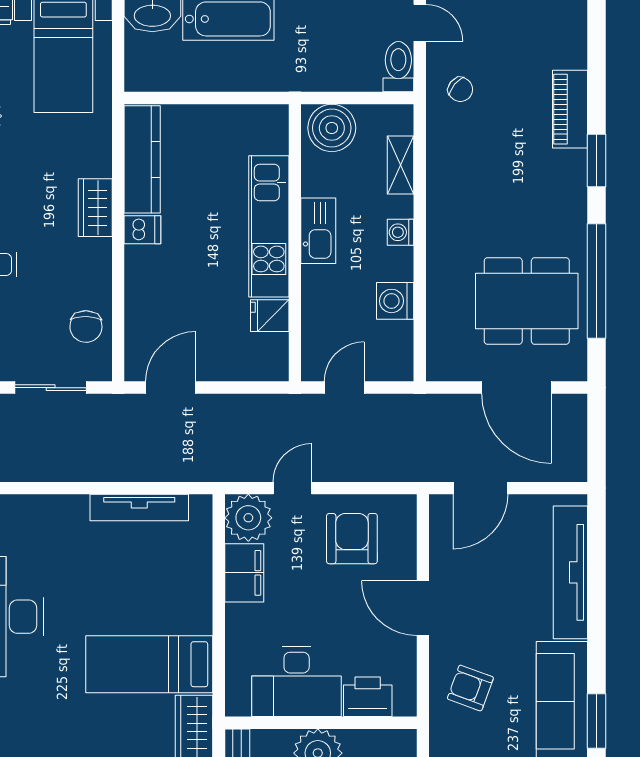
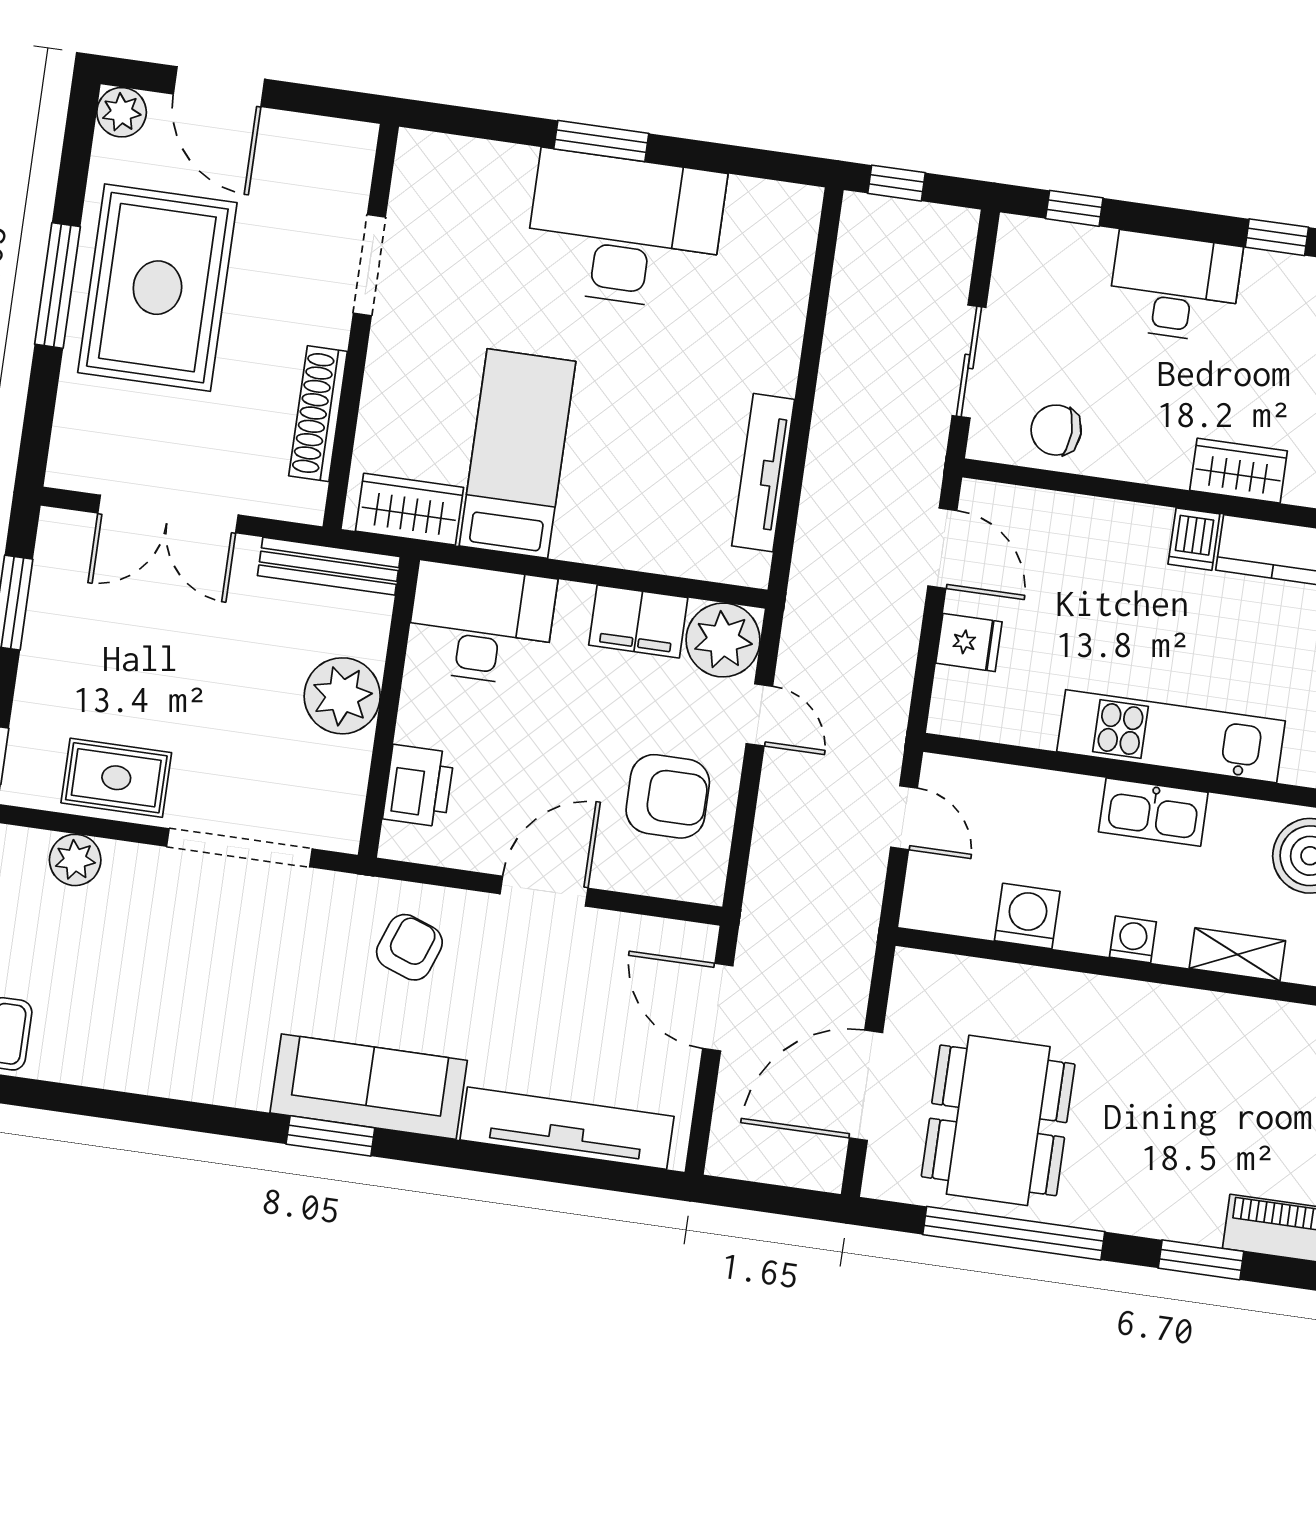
fridge: (270, 316) -> (969, 643), moved, turned 90
desk: (297, 682) -> (481, 624), moved, turned 90

